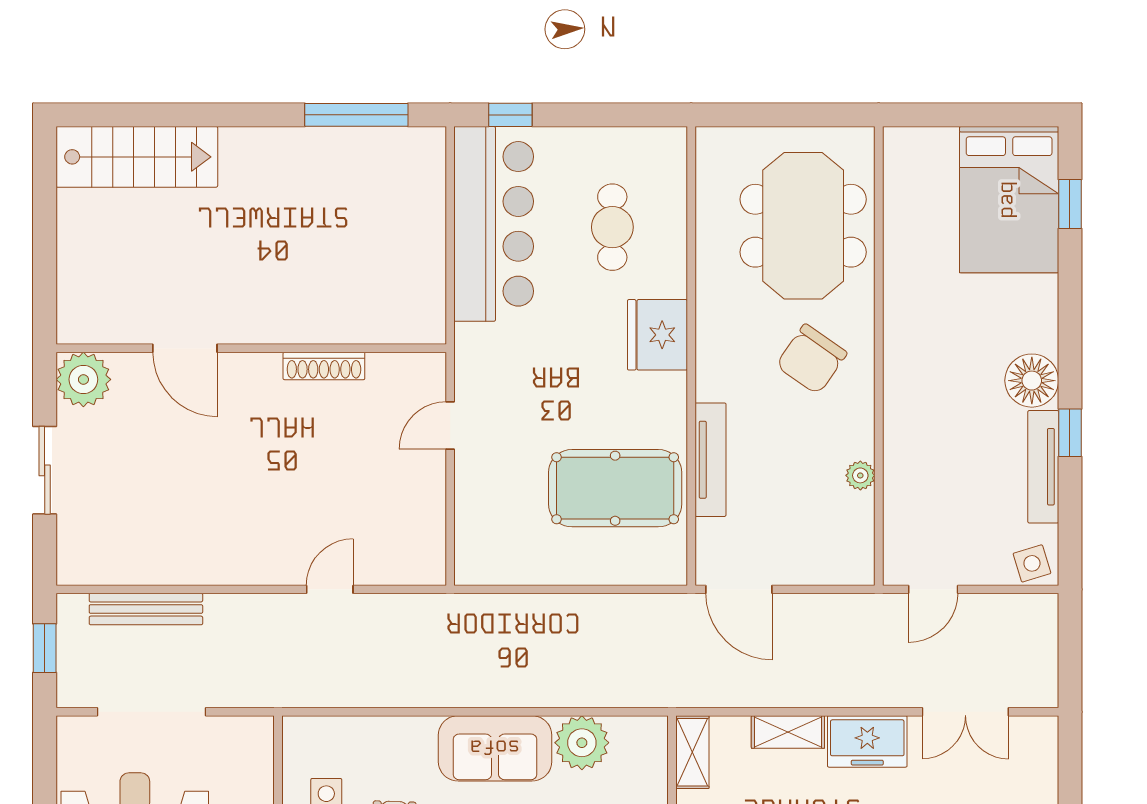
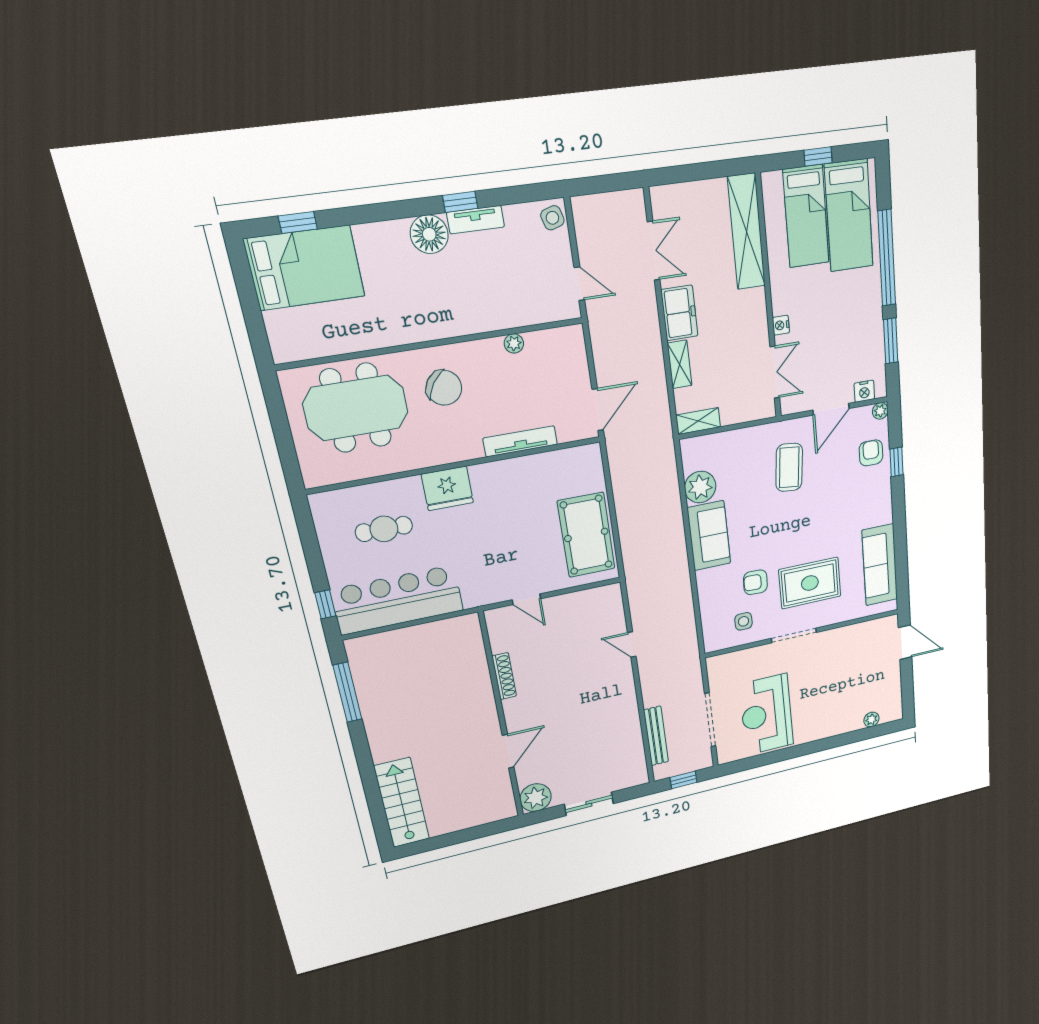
tv unit: (1043, 467) -> (476, 220), width x0.71
pool table: (615, 488) -> (586, 535), moved

